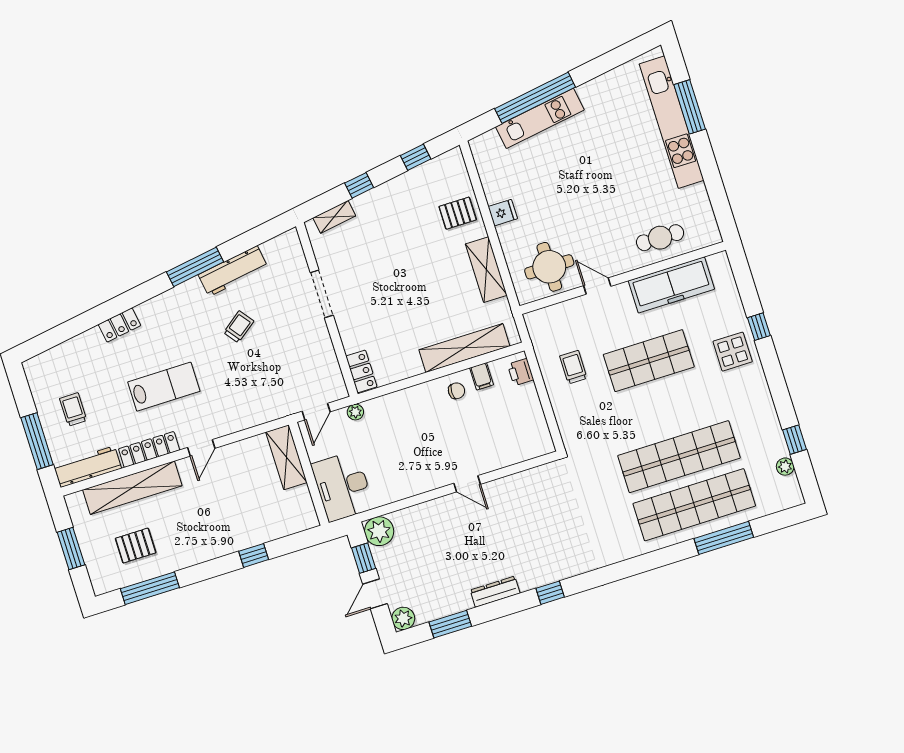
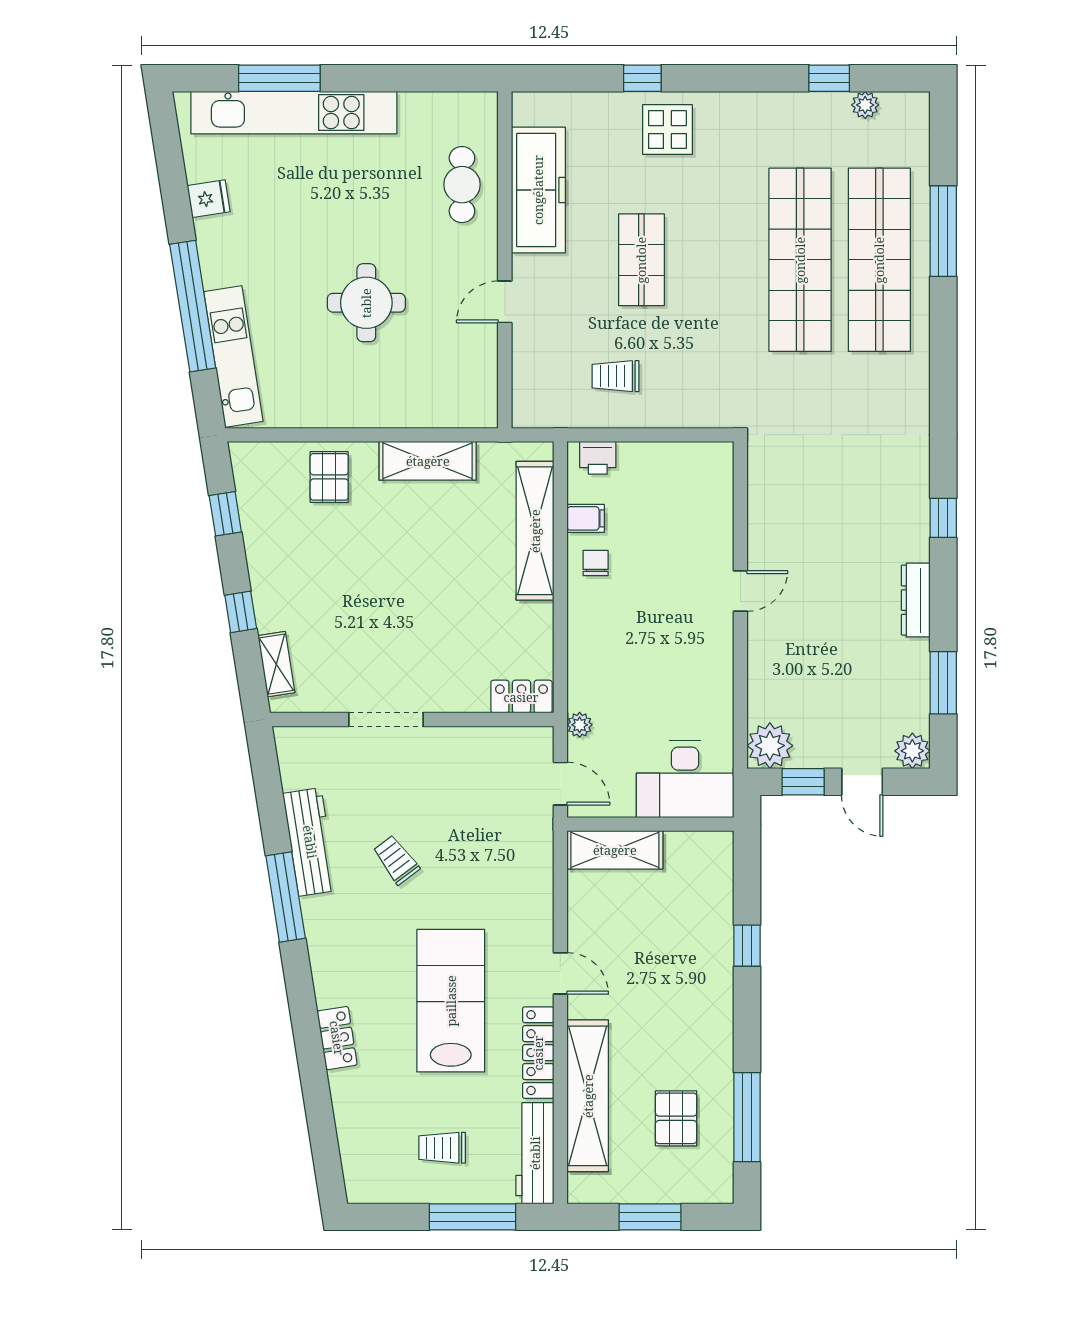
kitchen unit: (540, 118) -> (233, 357), moved
fridge: (503, 213) -> (209, 199), moved, turned 81
round table: (549, 267) -> (366, 303), moved
shop shelf: (649, 361) -> (641, 260), width x0.70, depth x0.74
lab bench: (164, 387) -> (451, 1001), width x1.36, depth x1.39

